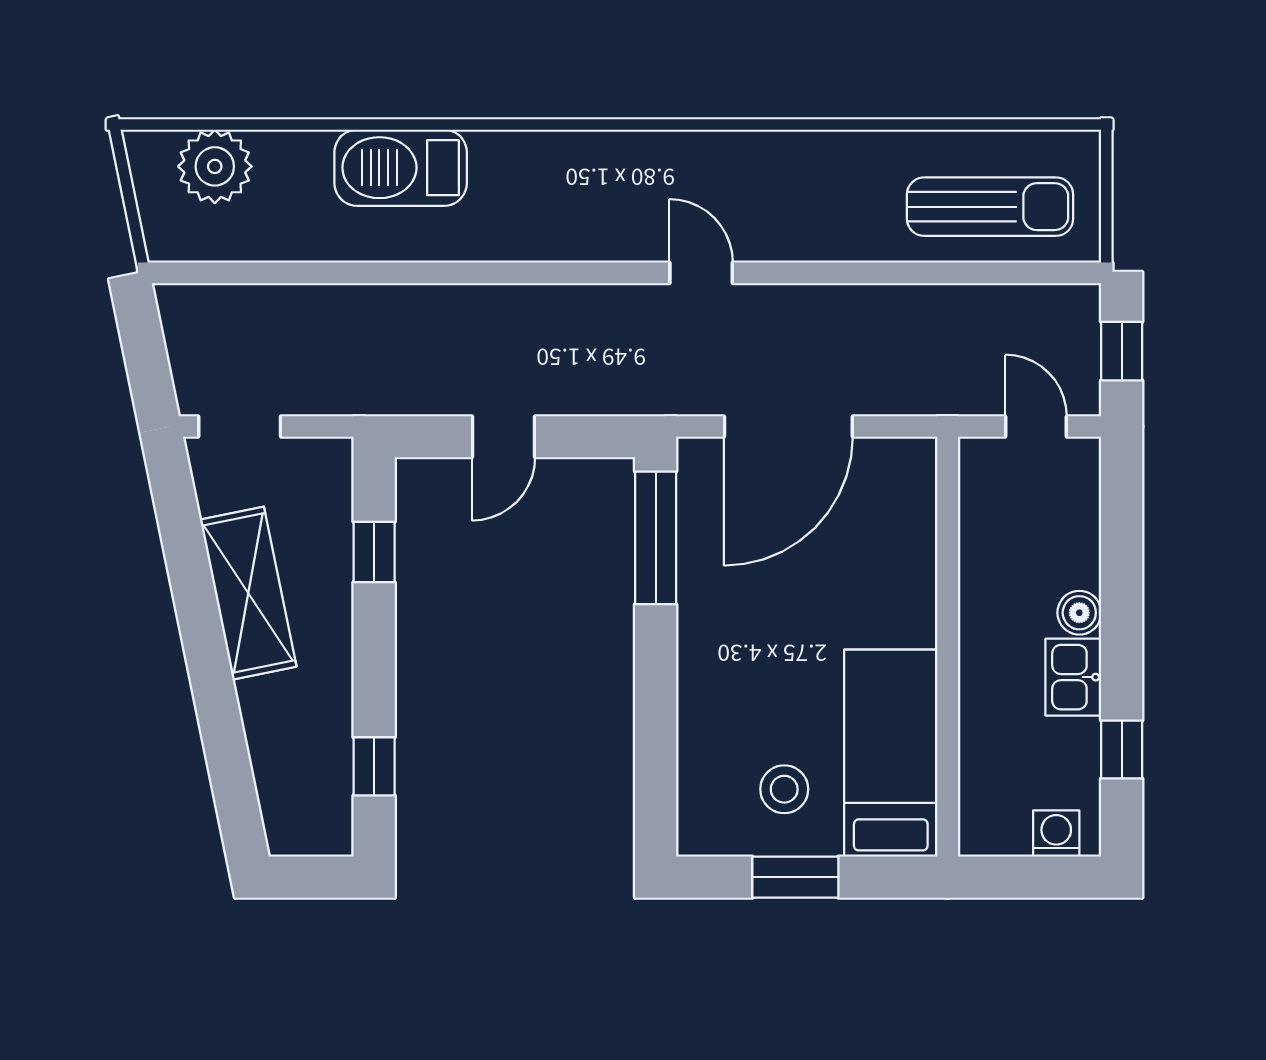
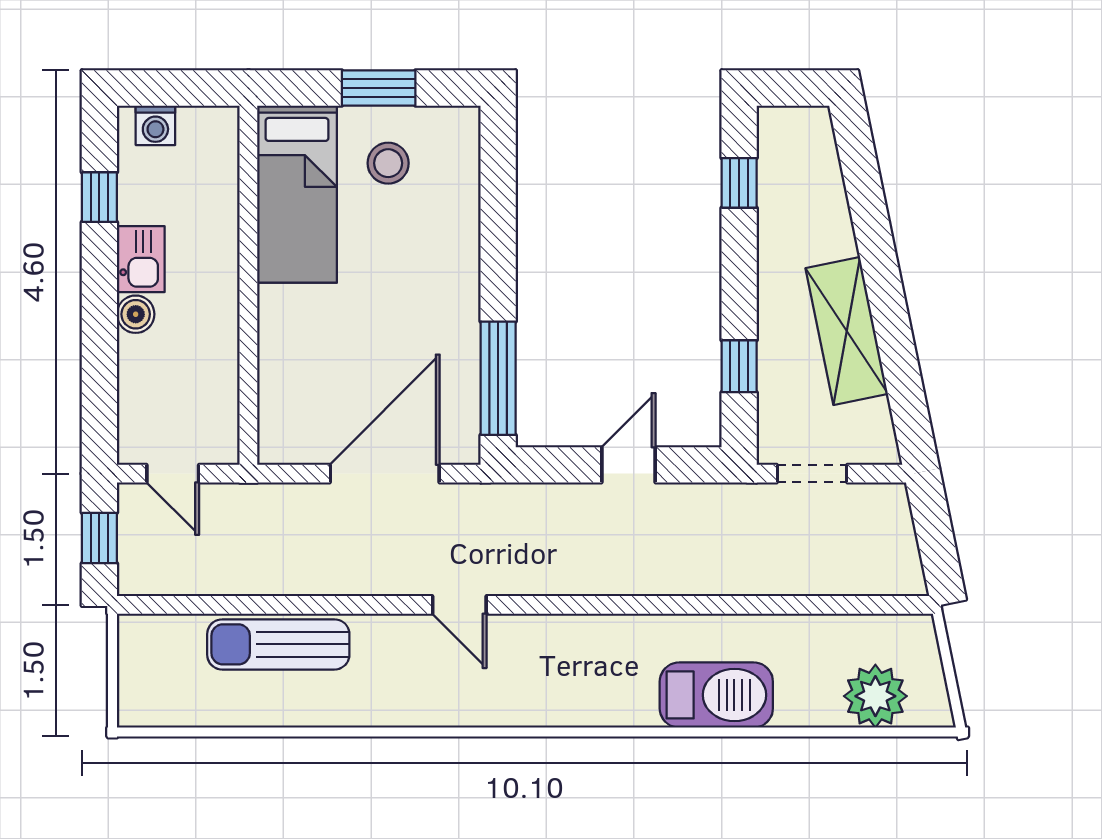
sun lounger: (990, 207) -> (278, 644), moved
doorway: (240, 427) -> (812, 474), moved

